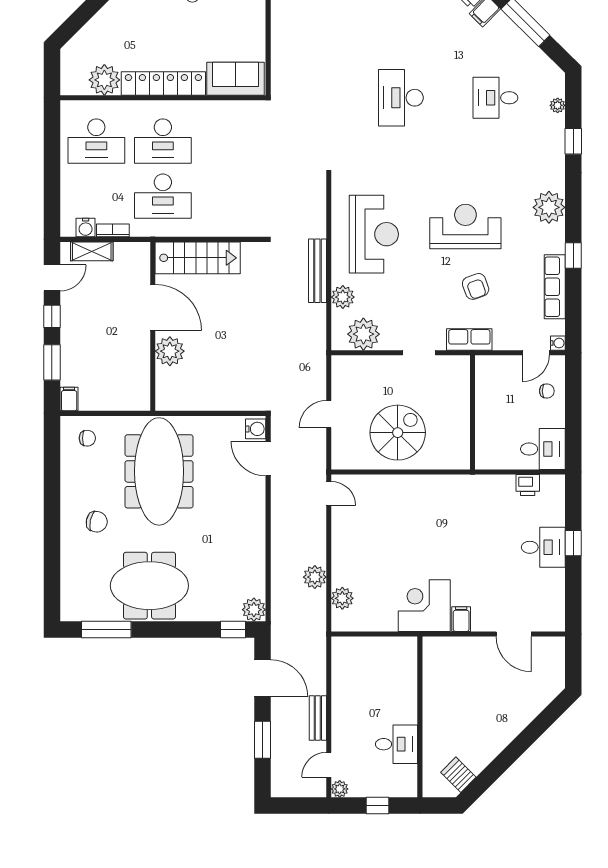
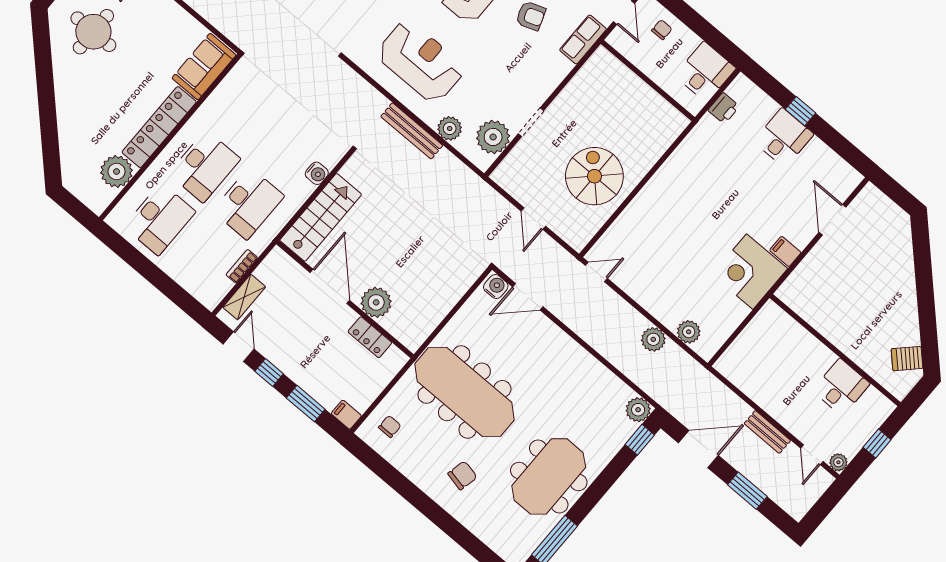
water cooler: (86, 228) -> (317, 173), moved
door: (153, 307) -> (330, 286), hinge flipped
row of seats: (469, 339) -> (583, 40), moved
doorway: (419, 353) -> (531, 122), moved
locker: (140, 368) -> (370, 337), added
wall: (472, 412) -> (648, 81), moved
door: (514, 634) -> (832, 220), swing flipped

